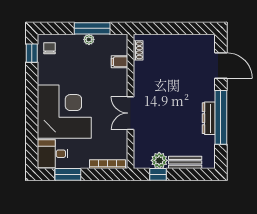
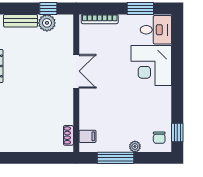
plant: (89, 39) -> (135, 146), moved
filing cabinet: (120, 62) -> (87, 136), moved
corner desk: (64, 112) -> (151, 65), width x0.74, depth x0.74

